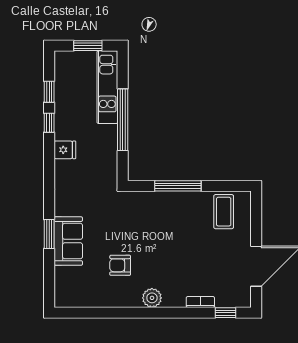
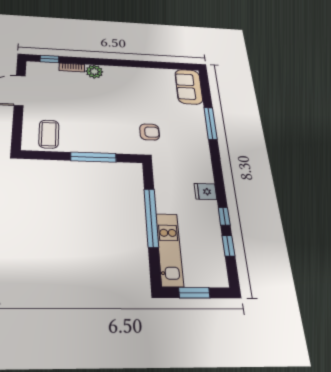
window: (49, 234) -> (210, 123), width x1.44
sofa: (68, 241) -> (189, 87), moved
armchair: (120, 265) -> (150, 132), moved
plant: (152, 298) -> (94, 72), moved

